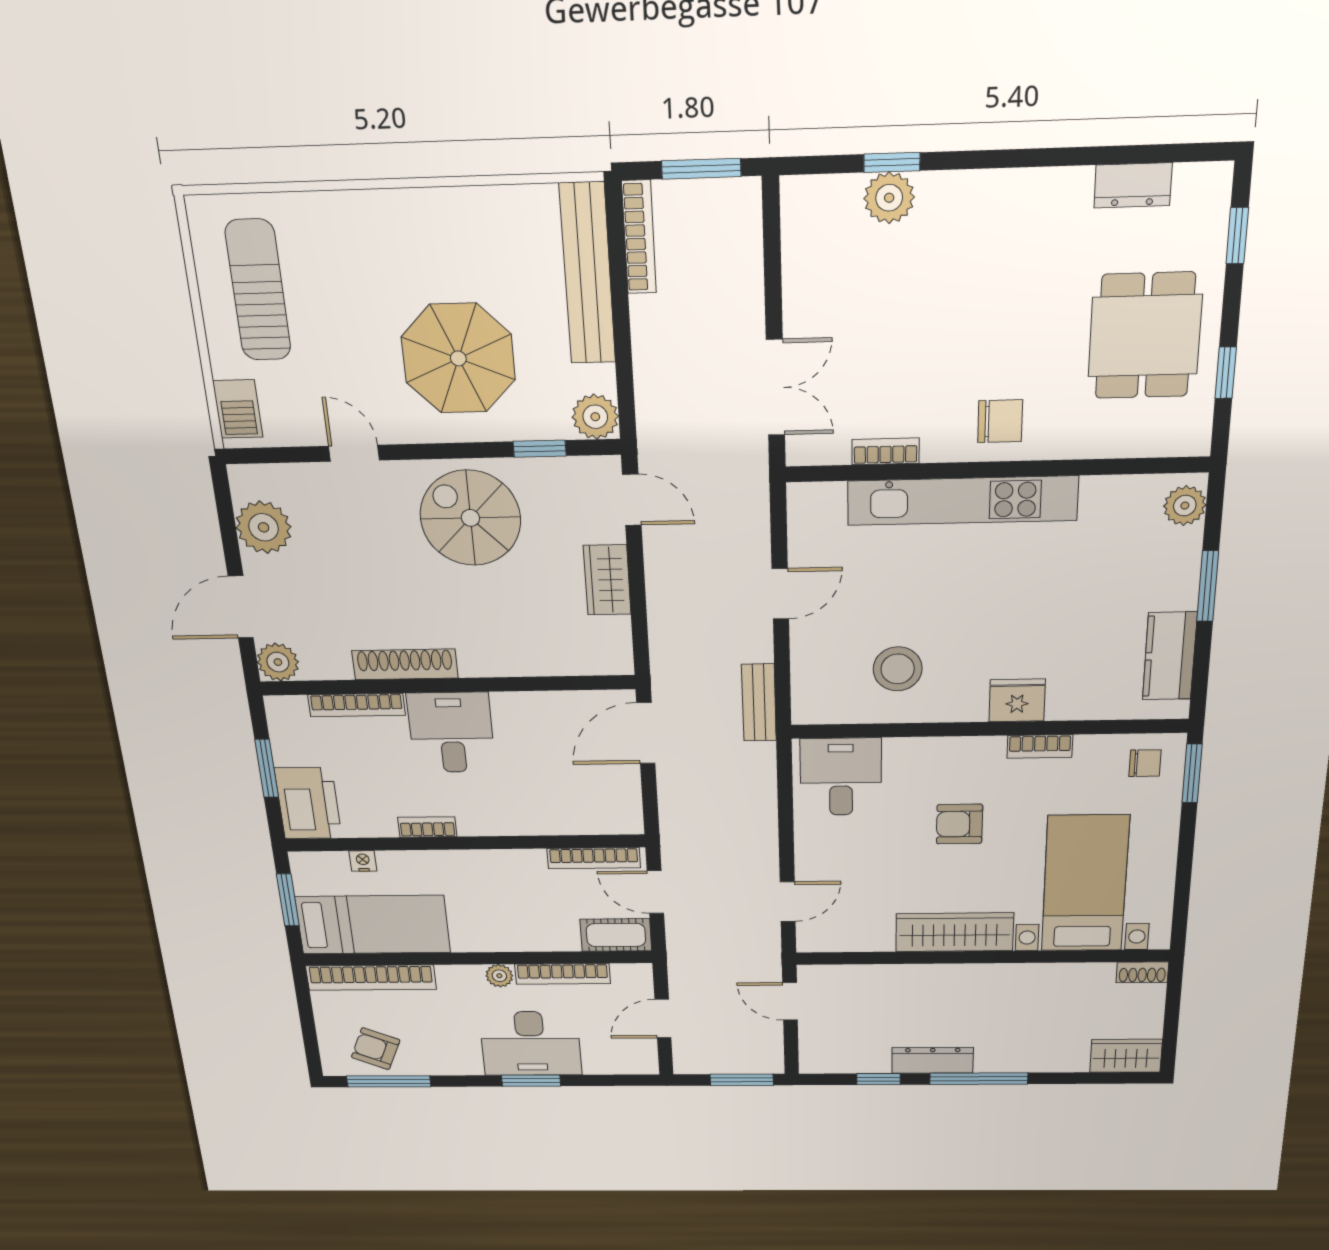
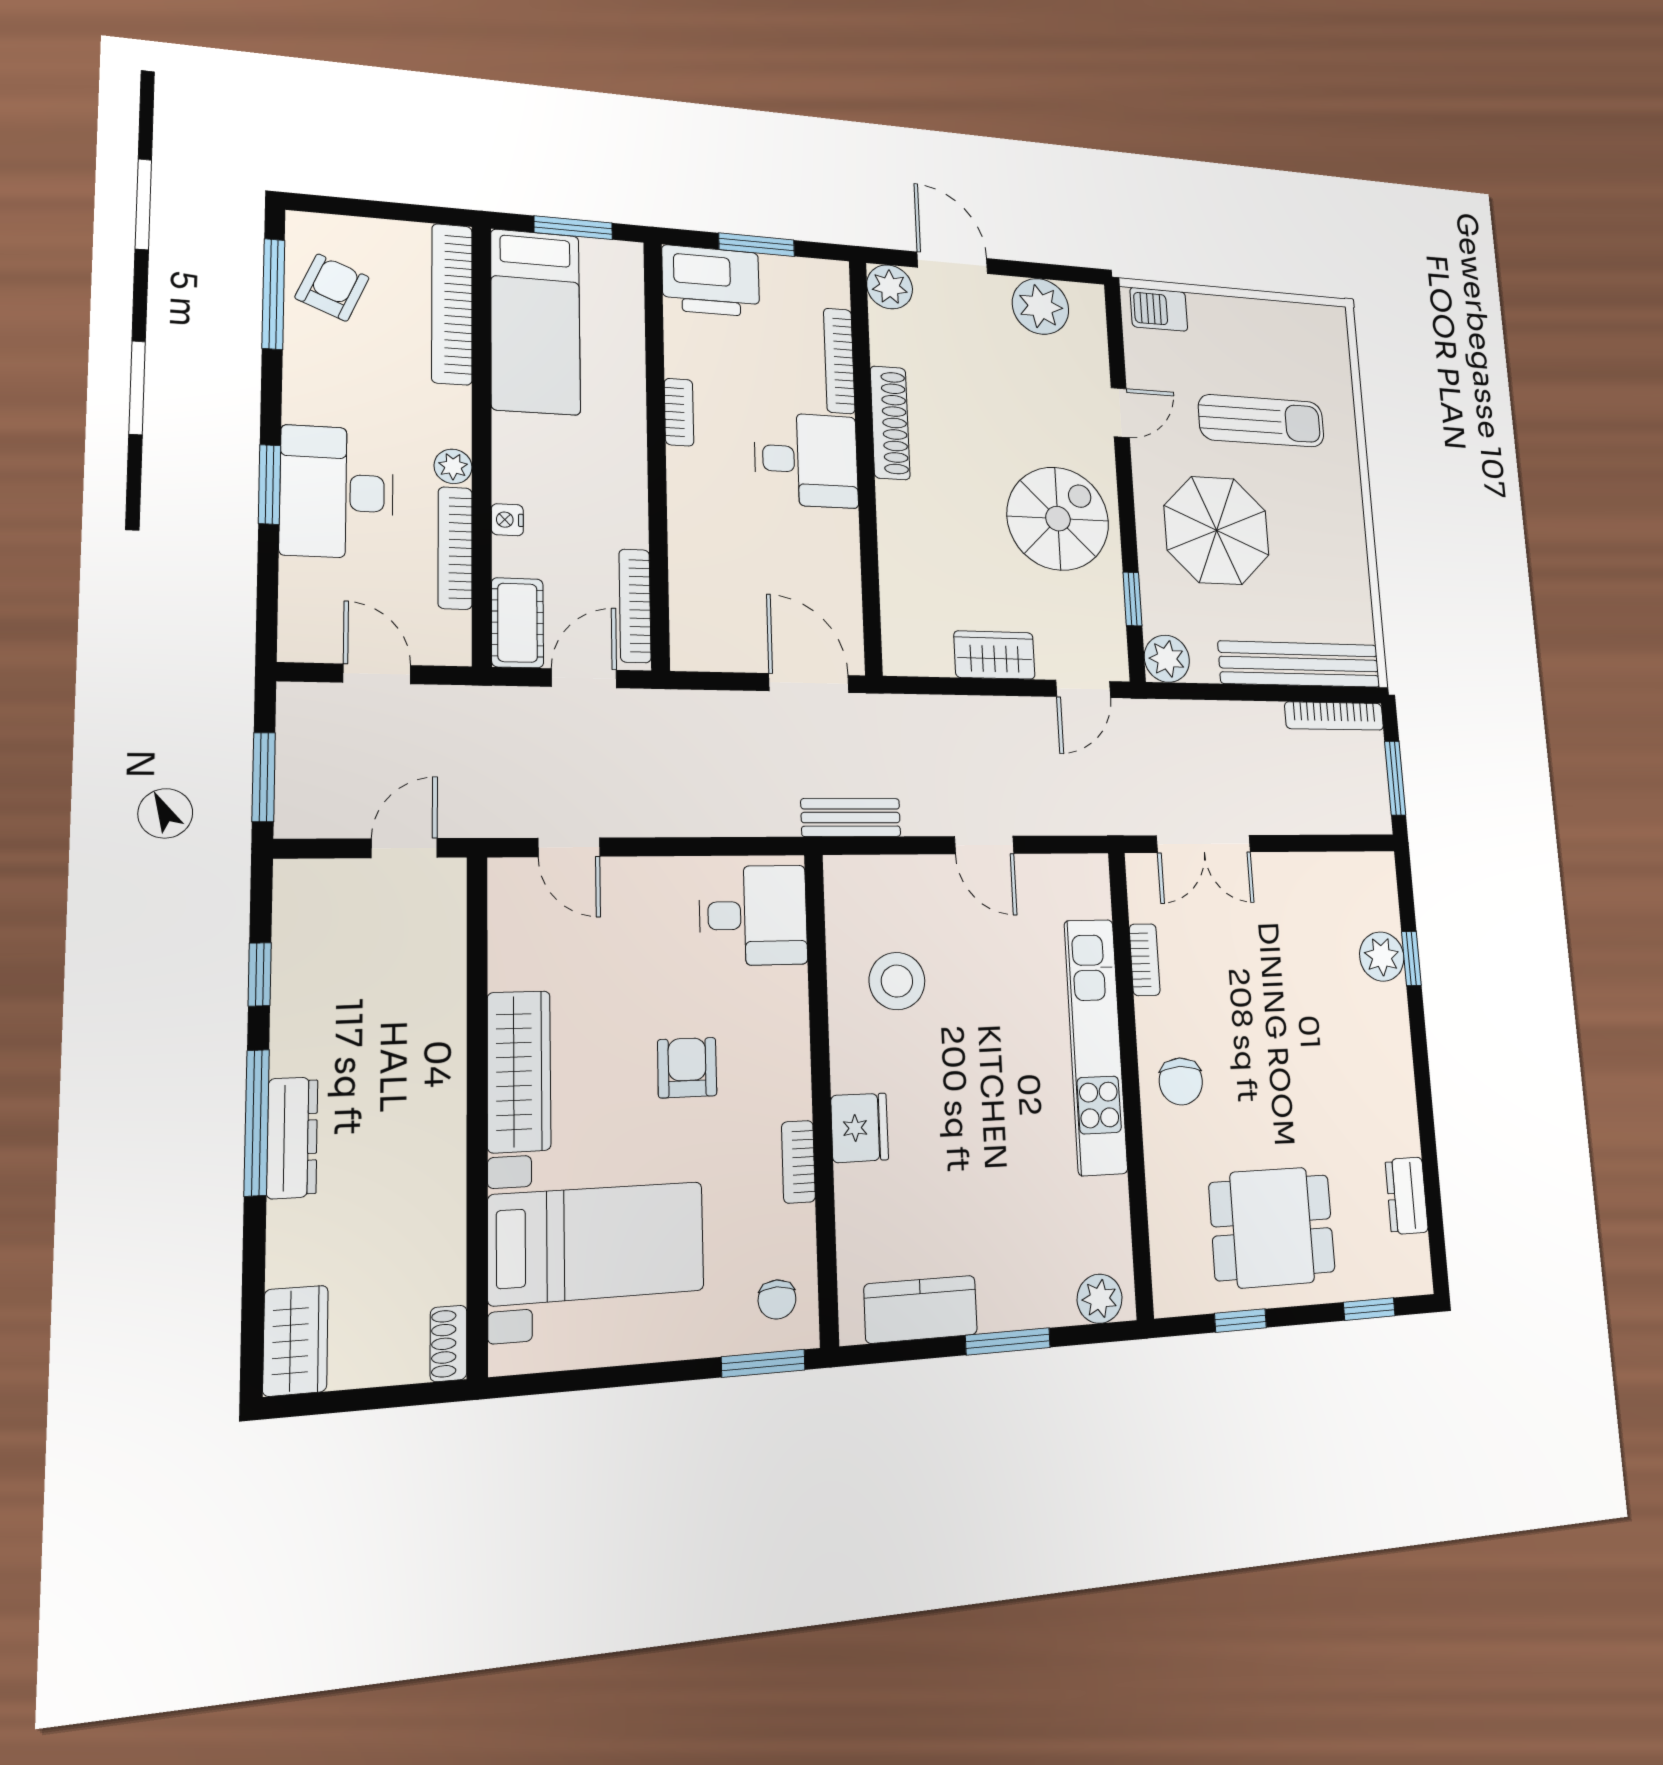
sun lounger: (258, 290) -> (1261, 421), moved
nightstand: (363, 861) -> (507, 520), moved, turned 180
dresser: (933, 1060) -> (292, 1138), moved

